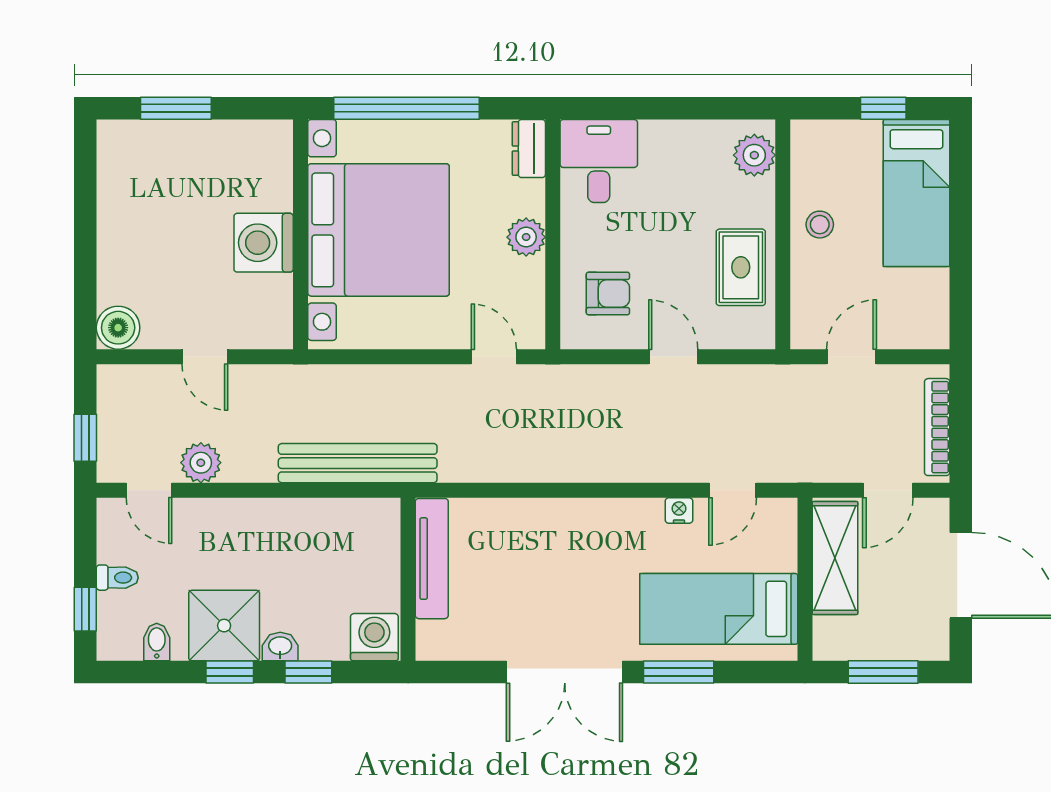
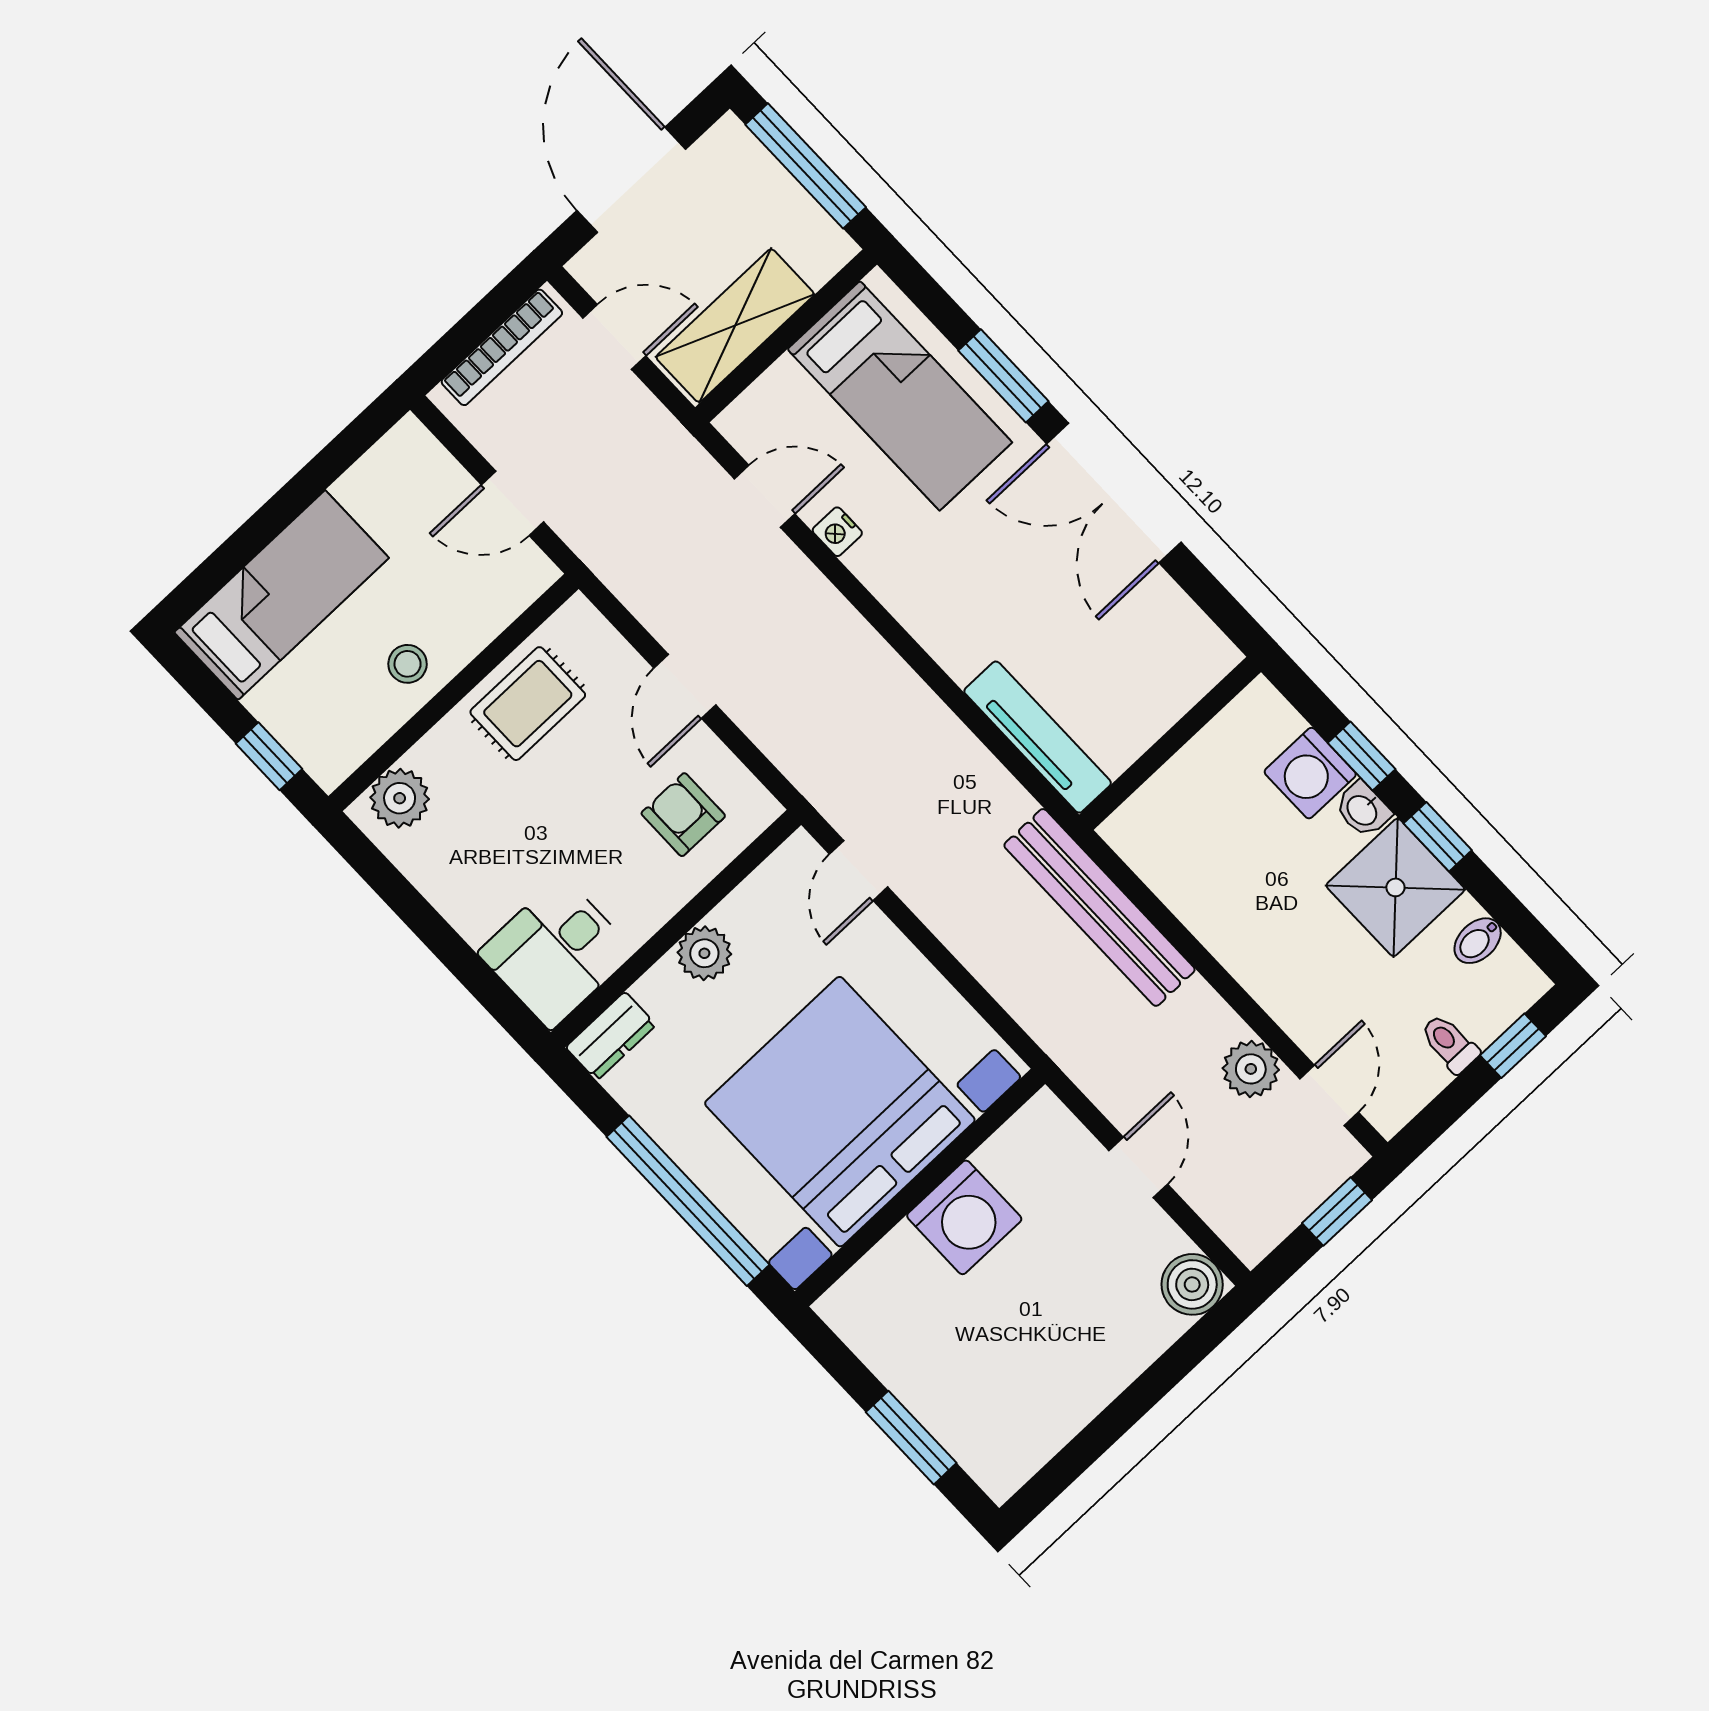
window: (883, 108) -> (269, 756), moved
tv unit: (432, 559) -> (1038, 737), moved, turned 90
washing machine: (374, 637) -> (1310, 773), moved
double door: (565, 672) -> (1114, 493), swing flipped
window: (883, 672) -> (806, 166), width x1.44

